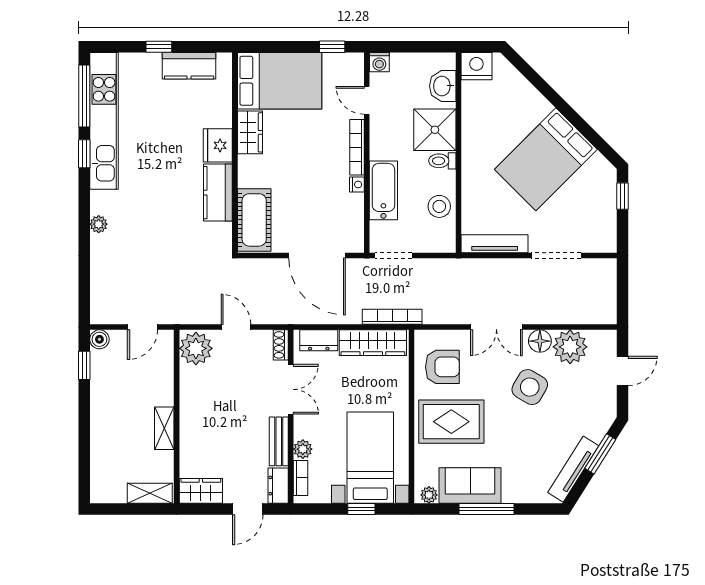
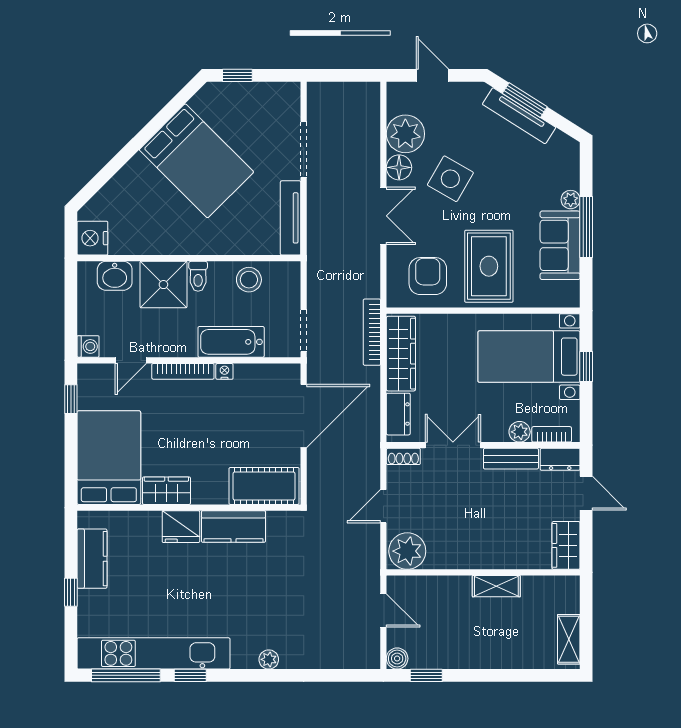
tv unit: (573, 469) -> (519, 116), moved
shelving: (150, 493) -> (569, 639), moved
plant: (429, 495) -> (571, 200), moved

